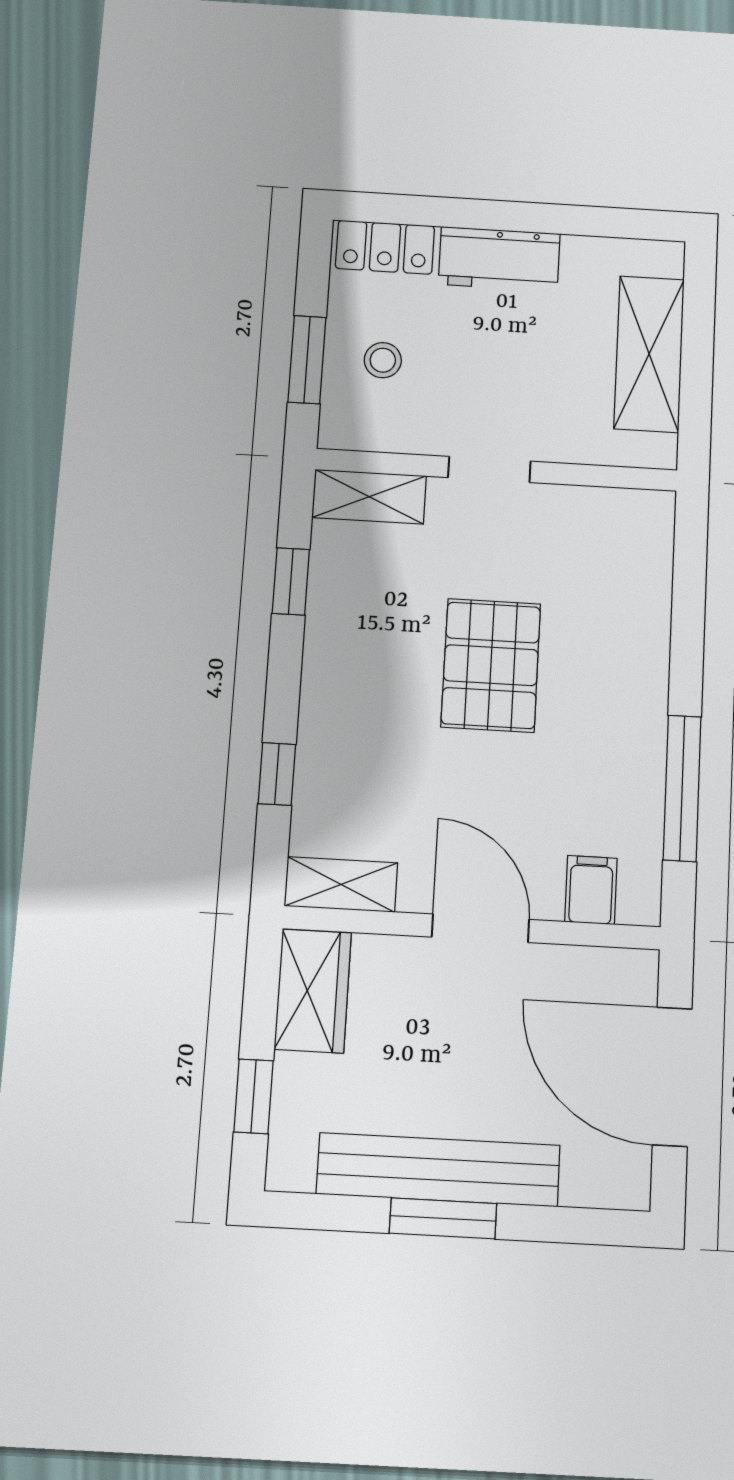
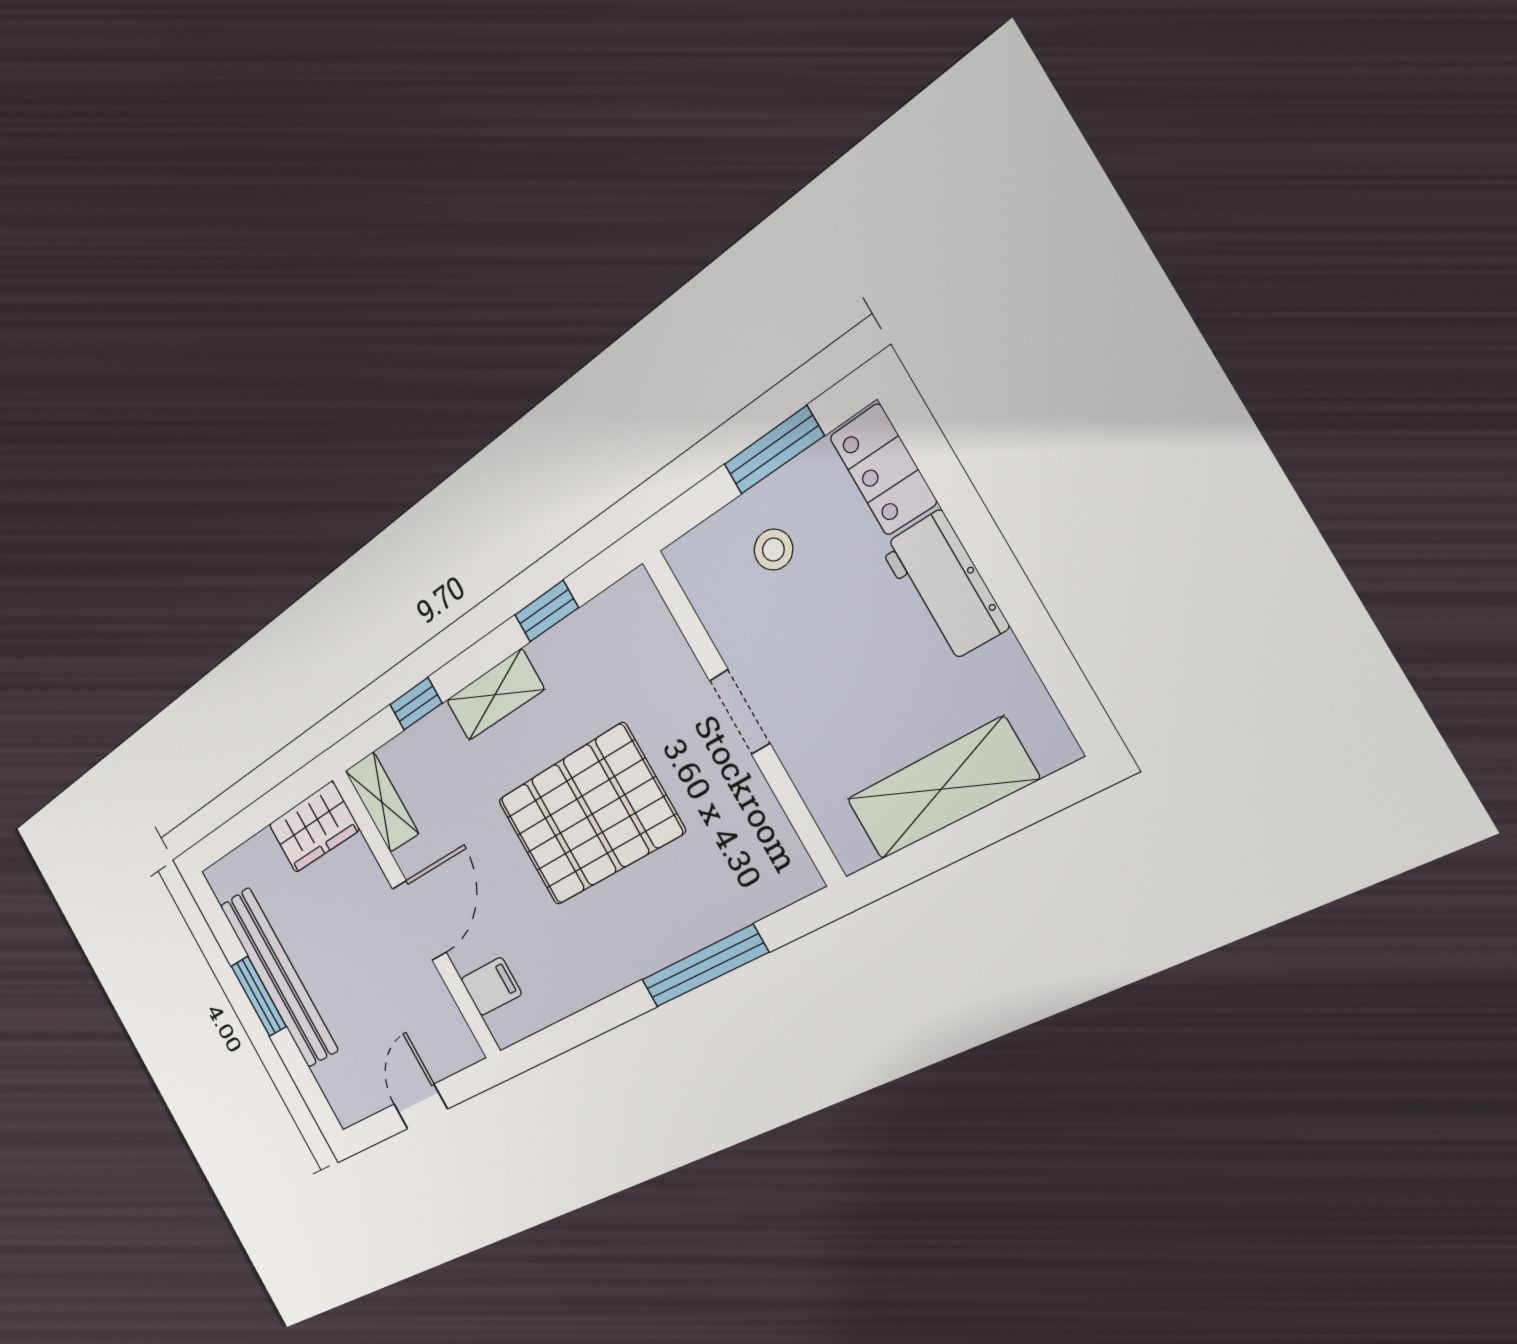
window: (307, 360) -> (774, 450), moved
shelving: (369, 497) -> (495, 695), moved, turned 90
pallet: (491, 665) -> (590, 816), width x1.37, depth x1.41
window: (682, 788) -> (704, 966), moved
door: (672, 1077) -> (421, 1107), width x0.53
window: (253, 1096) -> (239, 829), removed

